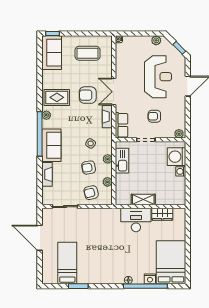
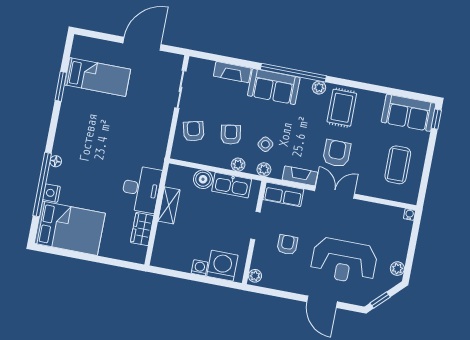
boiler: (122, 180) -> (203, 179), added
plant: (107, 182) -> (264, 169), moved

